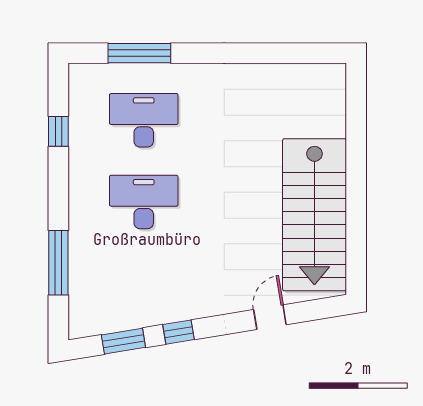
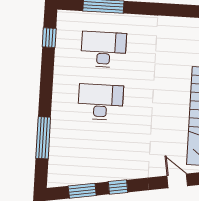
window: (58, 131) -> (49, 38), moved
door: (270, 317) -> (177, 181), hinge flipped

